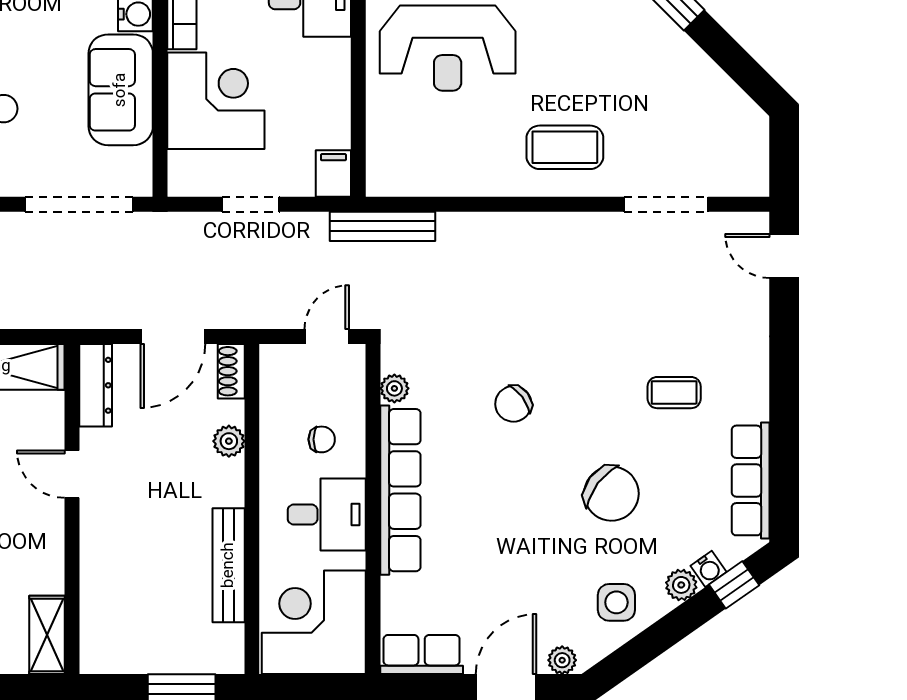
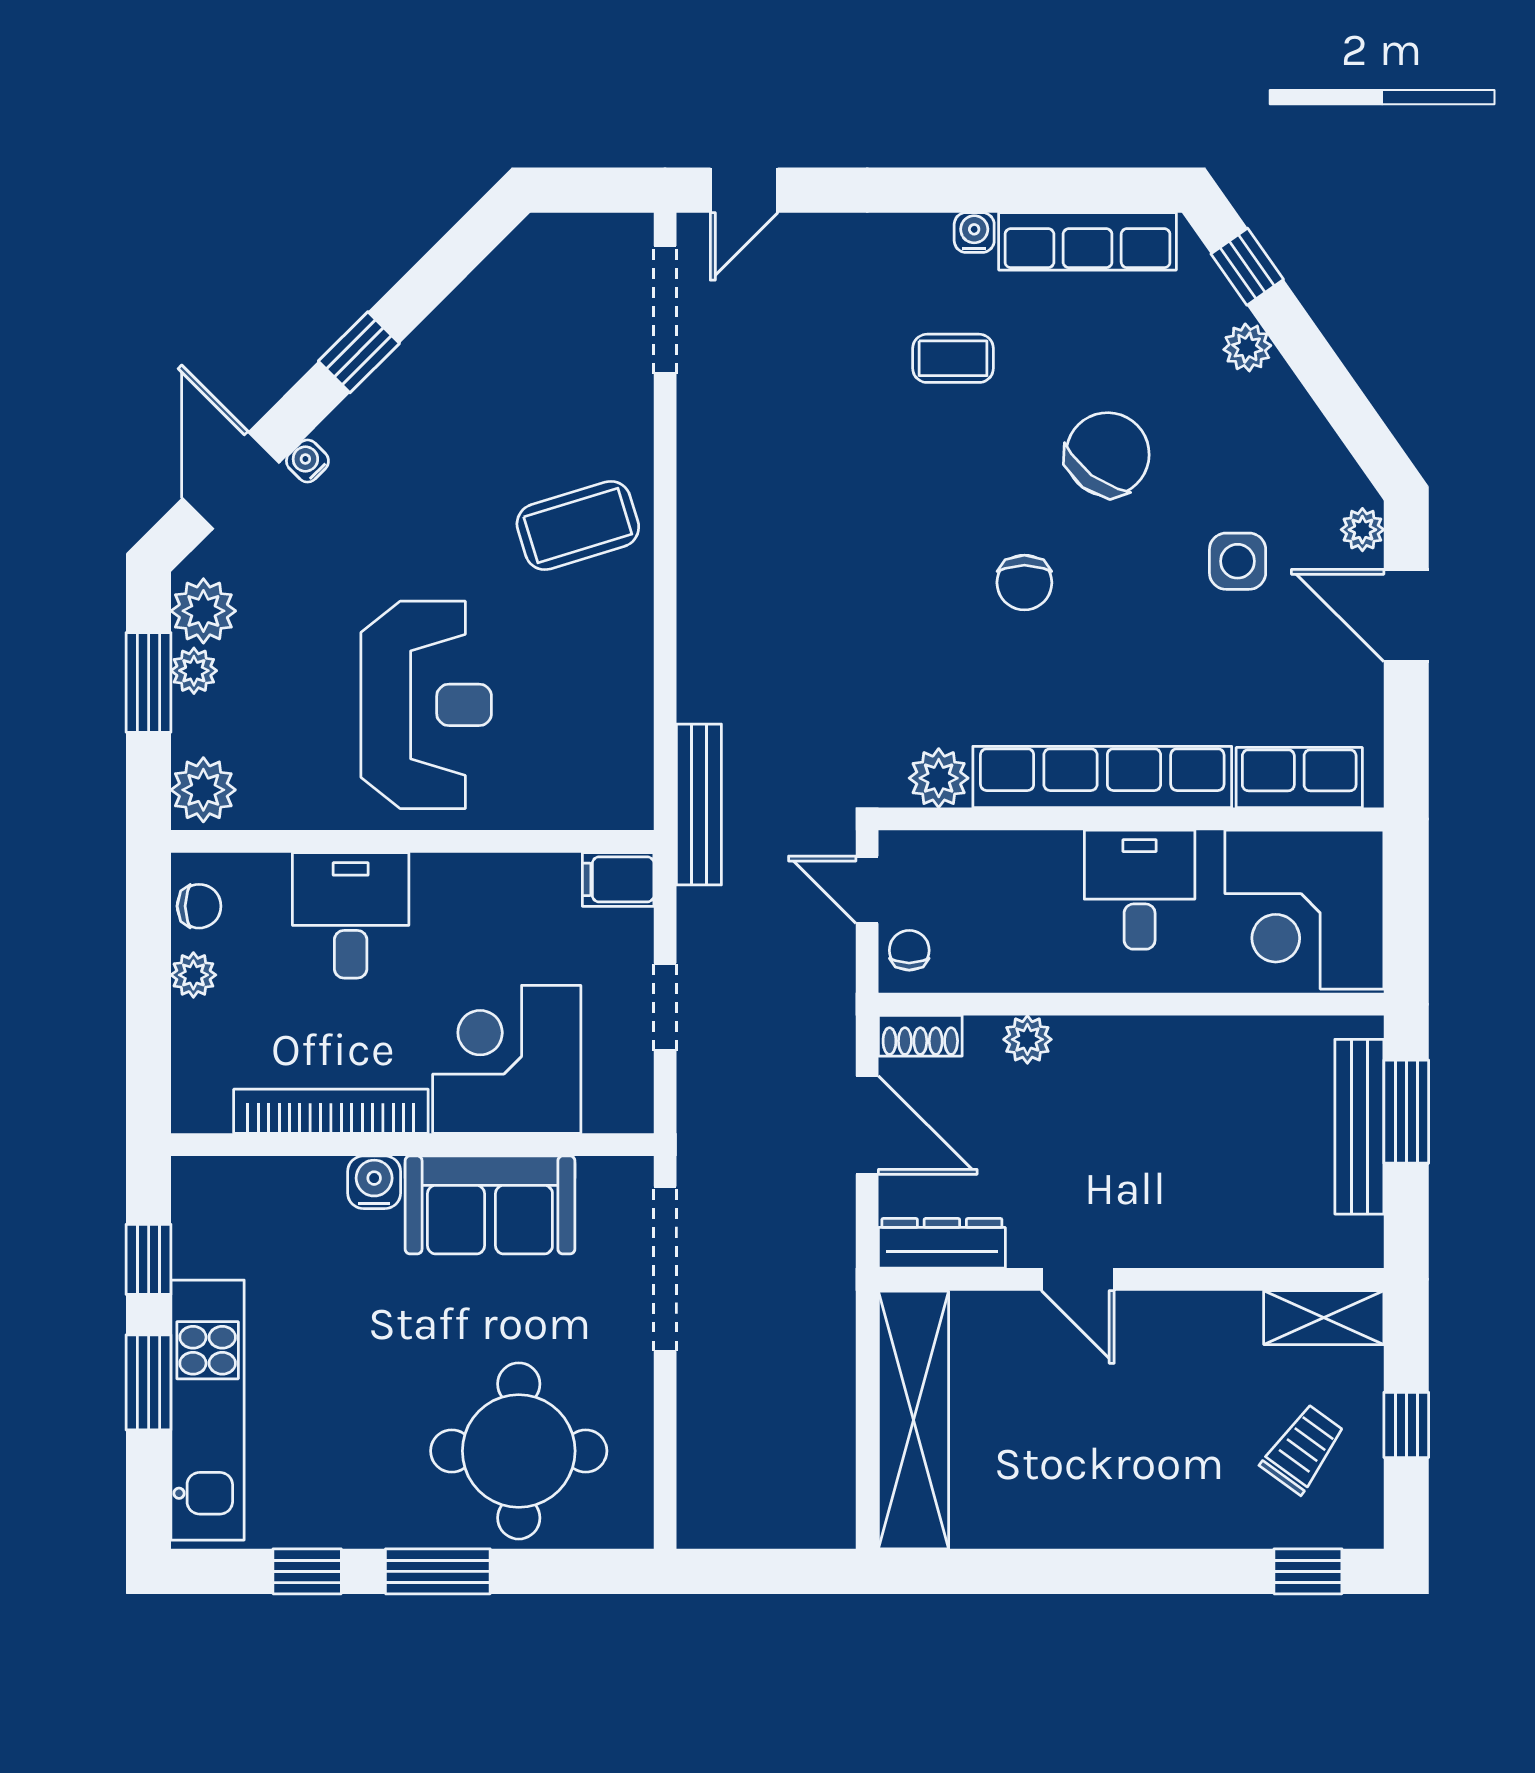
coffee table: (565, 147) -> (578, 525), turned 73
doorway: (666, 204) -> (665, 310), moved
plant: (394, 388) -> (939, 778), width x1.38, depth x1.38
coffee table: (674, 393) -> (953, 358), turned 90
chair: (513, 404) -> (1024, 583), moved, turned 37
chair: (322, 439) -> (909, 950), moved
door: (72, 474) -> (1078, 1279), hinge flipped
bench: (229, 565) -> (1359, 1127), moved, turned 90
water cooler: (709, 569) -> (974, 232), moved, turned -55
side table: (616, 602) -> (1238, 561), moved
row of seats: (422, 654) -> (1299, 778), moved, turned 90

